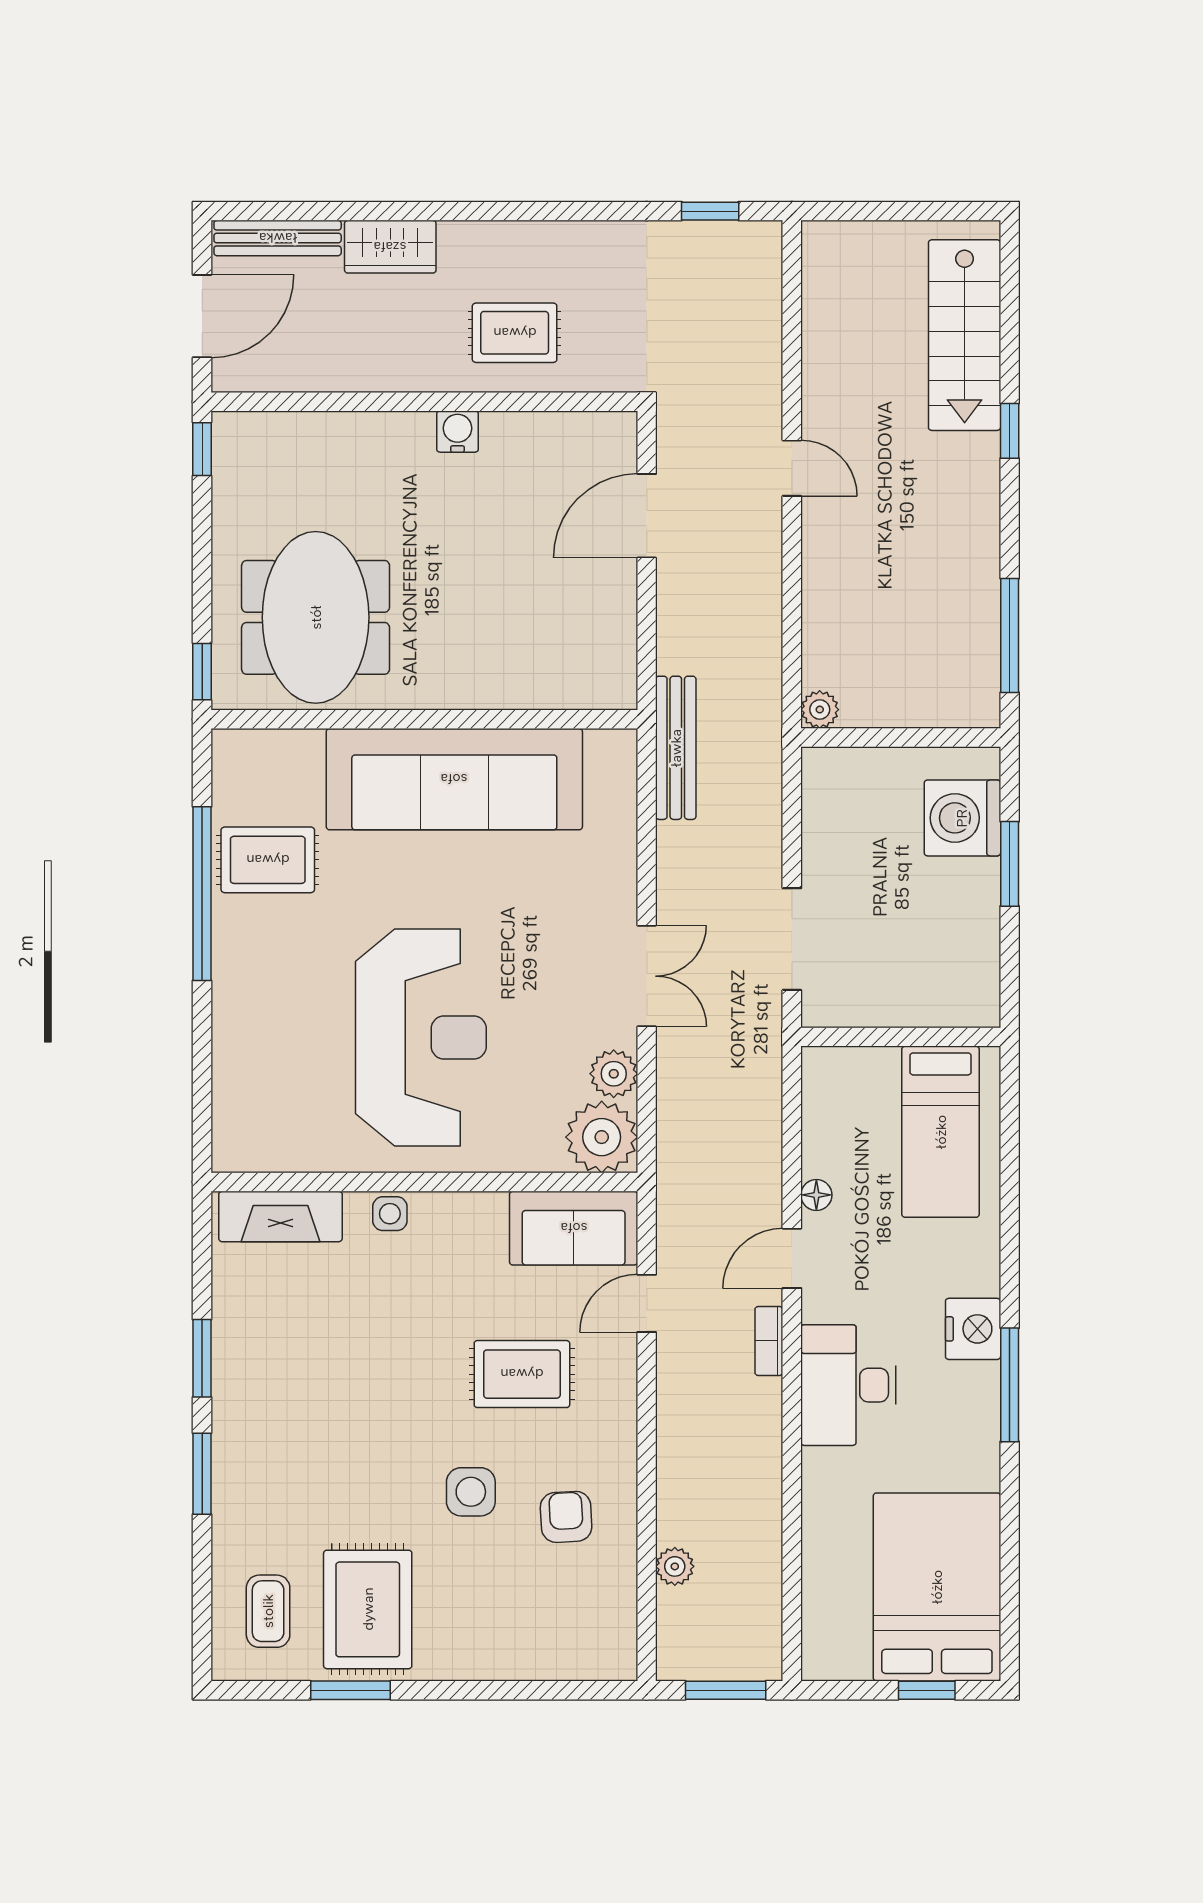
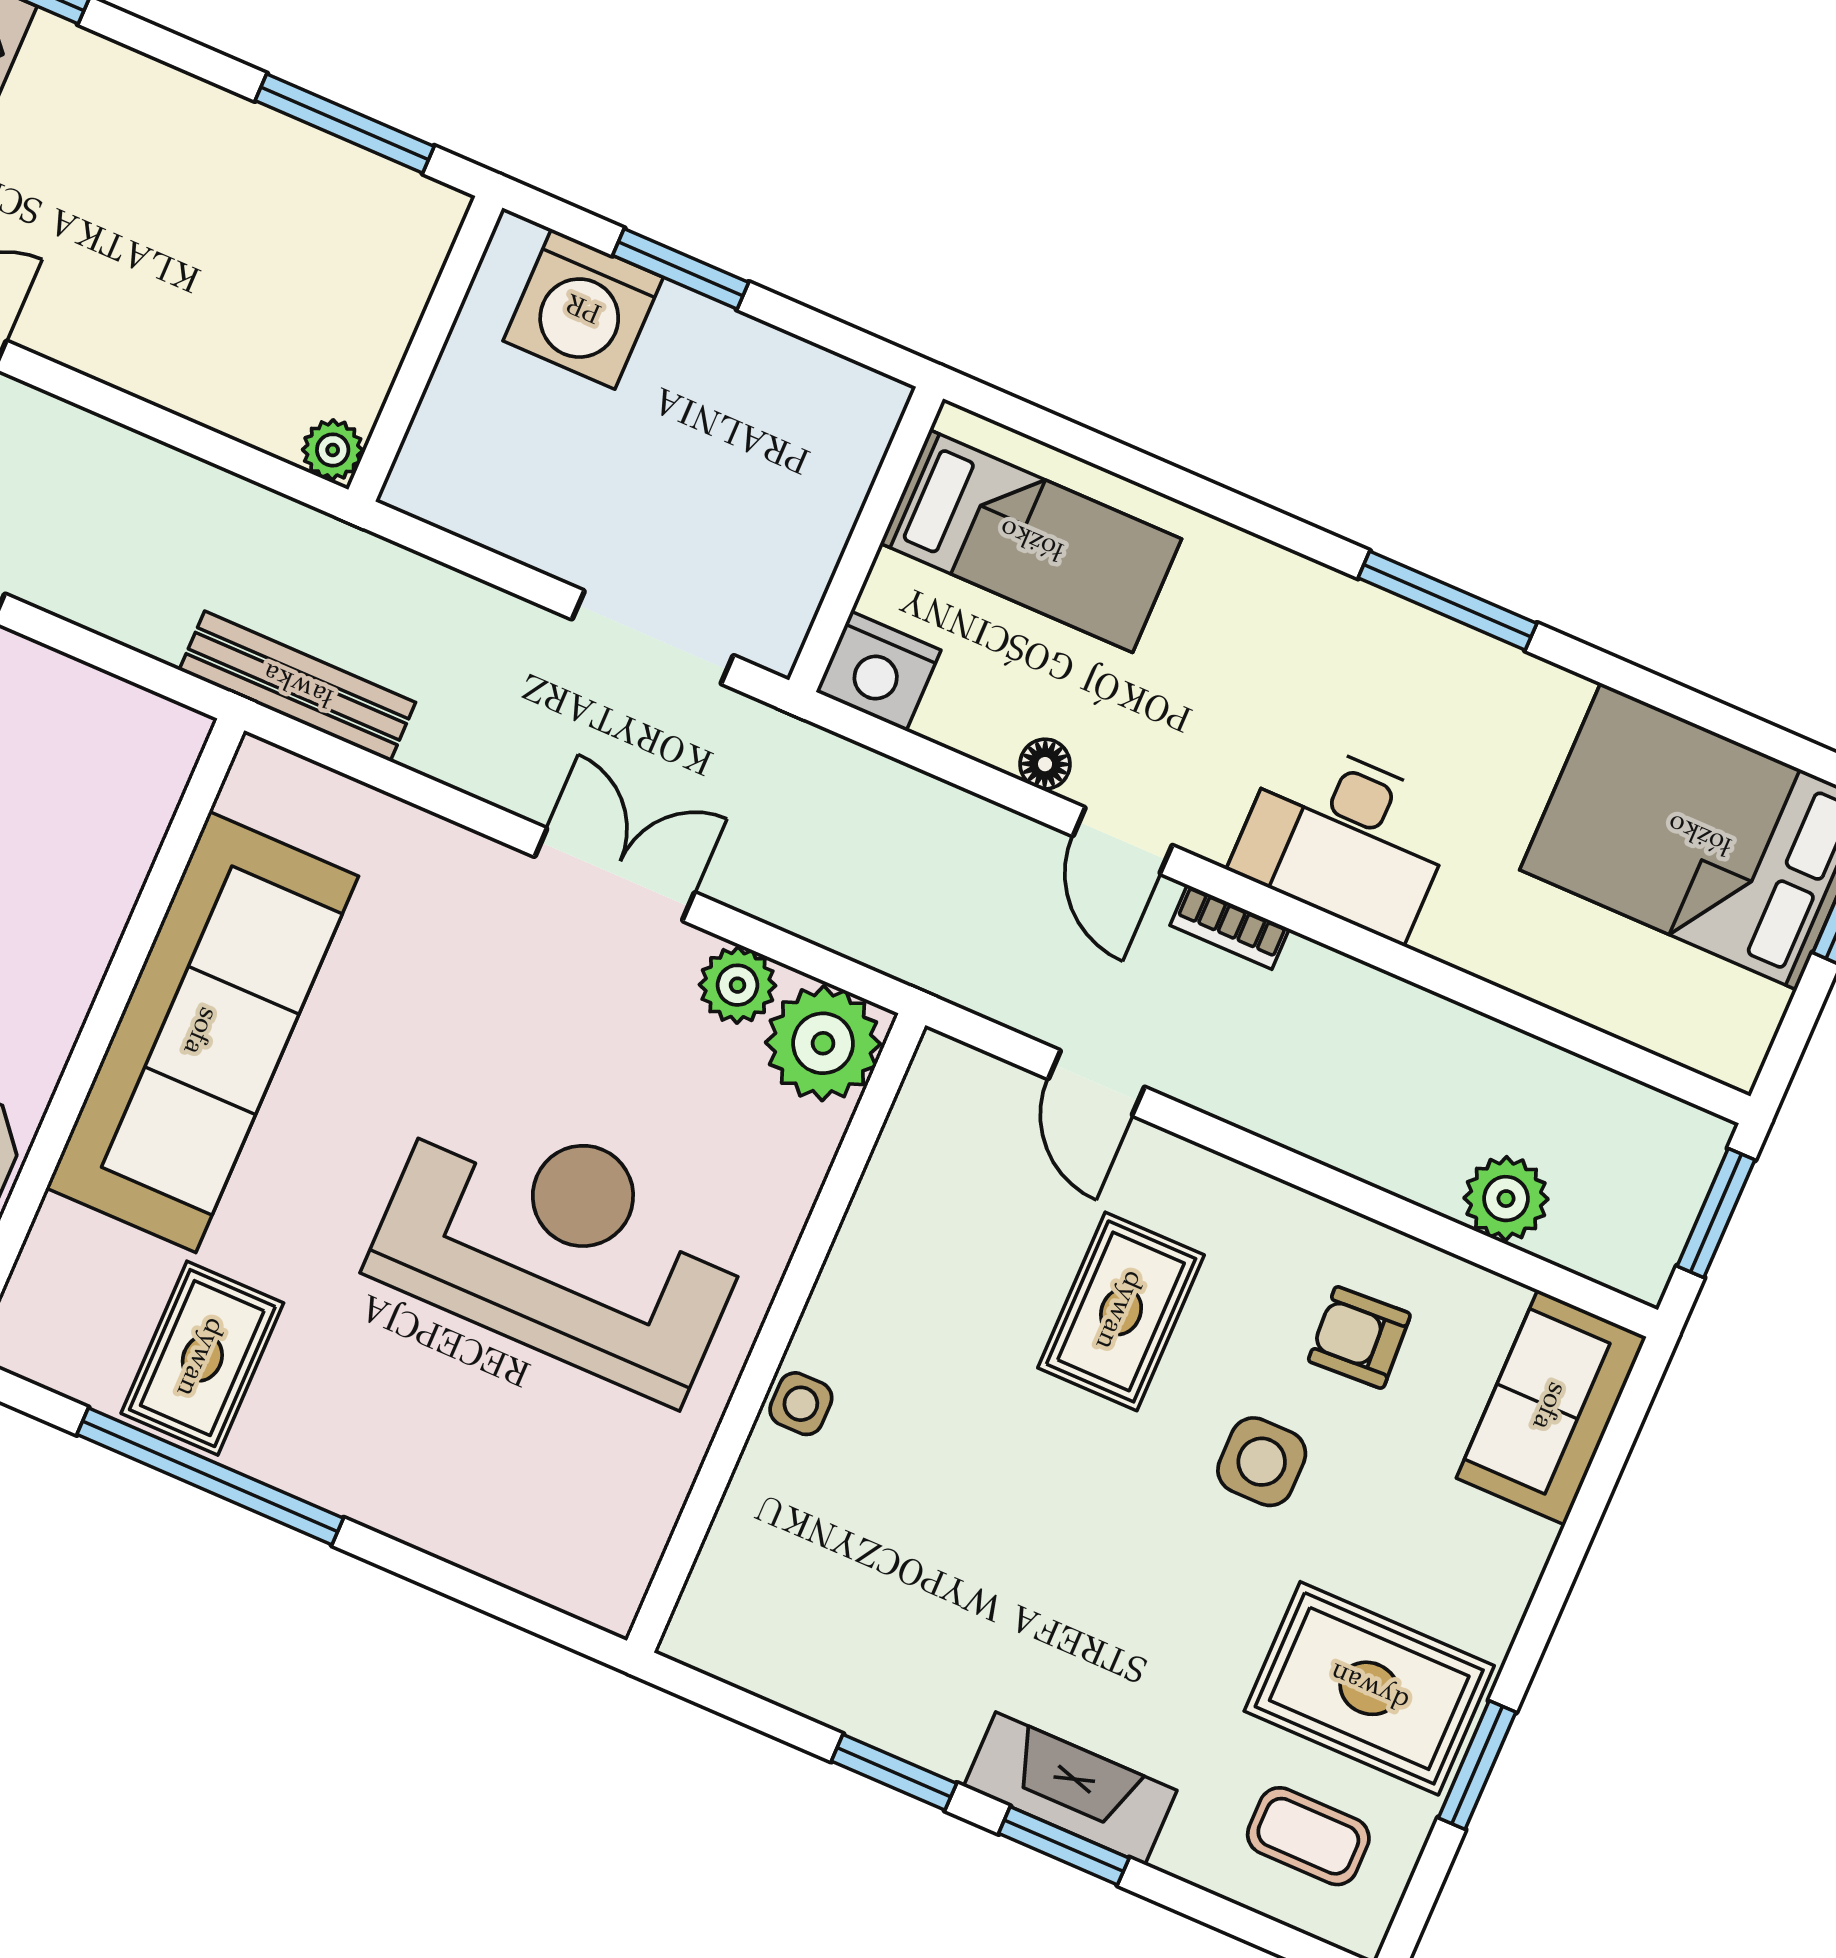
fireplace: (280, 1216) -> (1070, 1788), moved, turned -90
sofa: (574, 1228) -> (1551, 1407), moved, turned 180
nightstand: (973, 1329) -> (878, 671), moved, turned 180
plant: (675, 1566) -> (1506, 1199), width x1.38, depth x1.38

